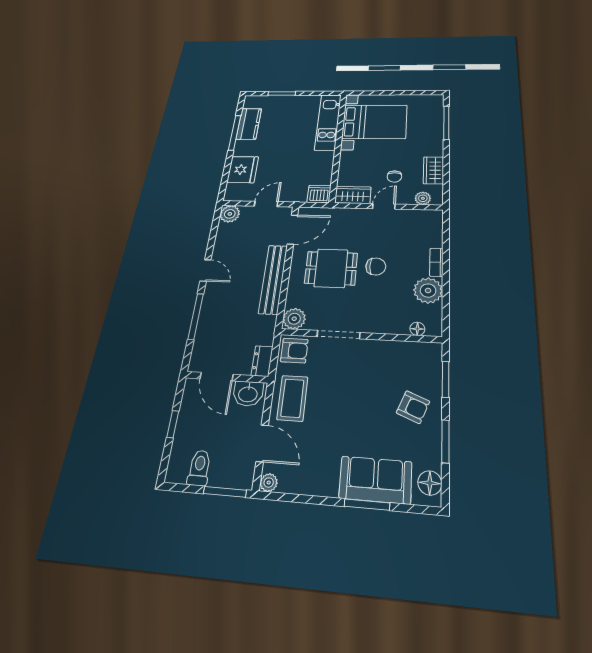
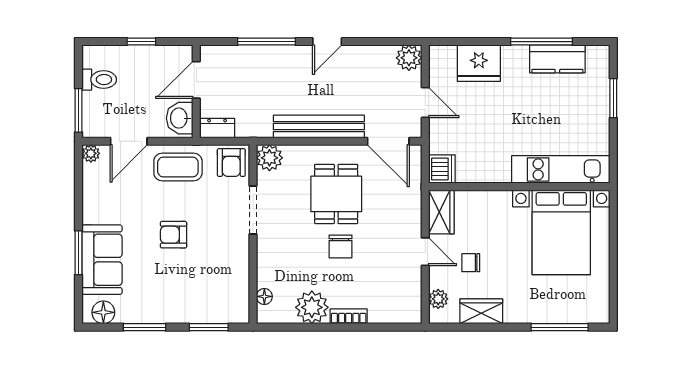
armchair: (413, 407) -> (173, 235), moved, turned 68

